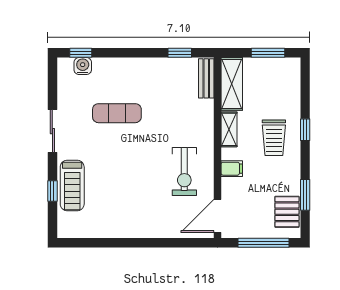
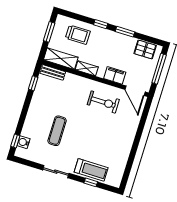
trolley: (274, 138) -> (78, 35), moved
filing cabinet: (232, 169) -> (115, 75), width x2.00
window: (305, 195) -> (125, 32), moved

